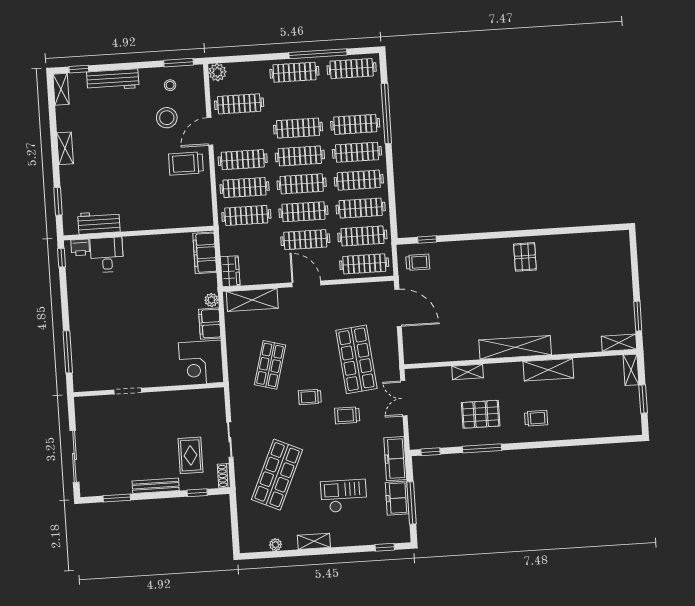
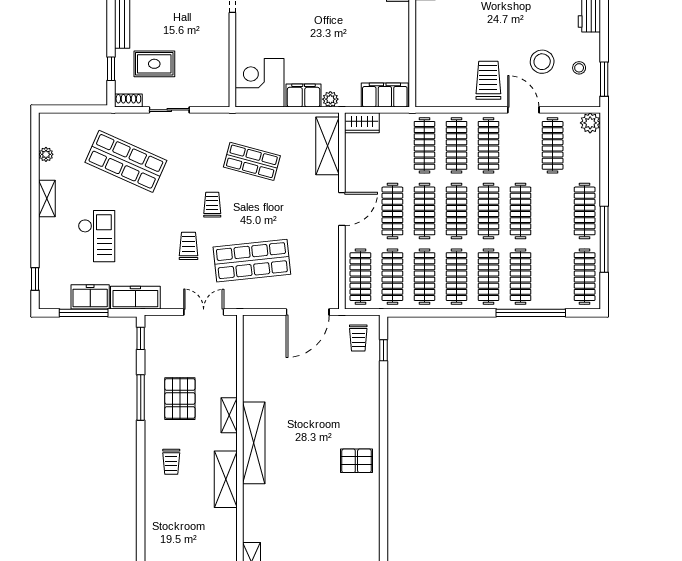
shelving: (468, 372) -> (229, 415), moved

